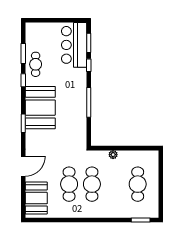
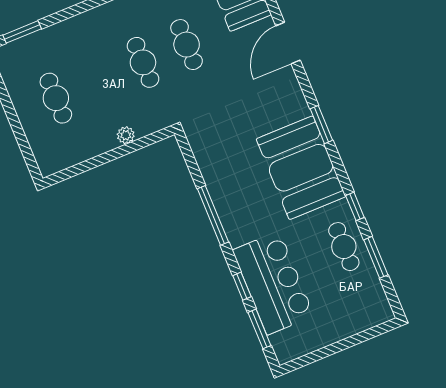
bar counter: (74, 45) -> (273, 283), moved
cafe table: (69, 184) -> (187, 45), width x0.73, depth x0.74
cafe table: (92, 184) -> (143, 62), width x0.73, depth x0.74
cafe table: (138, 184) -> (56, 98), width x0.73, depth x0.74

